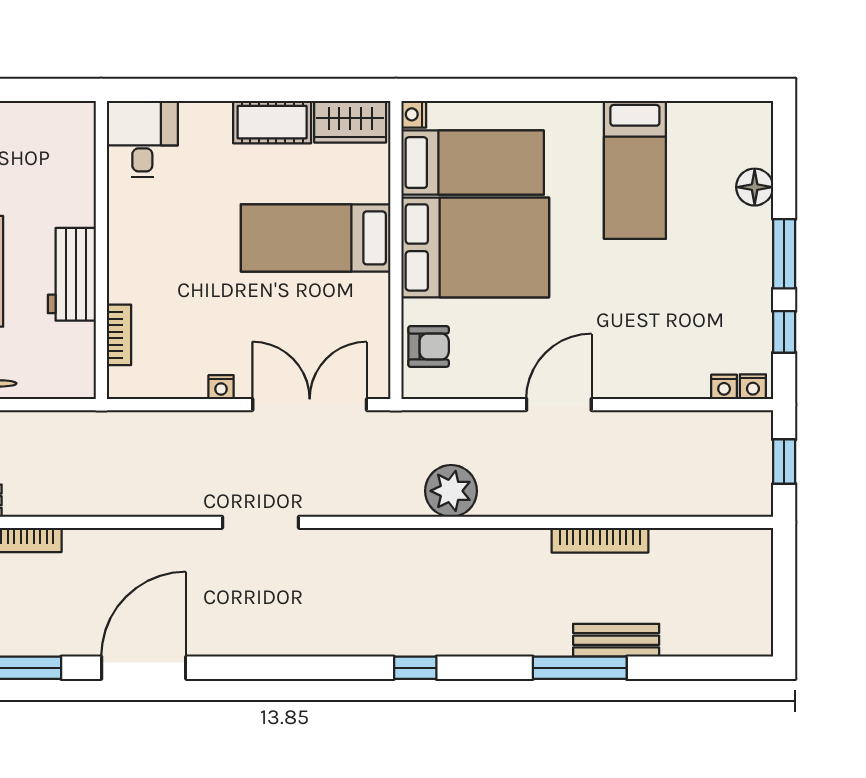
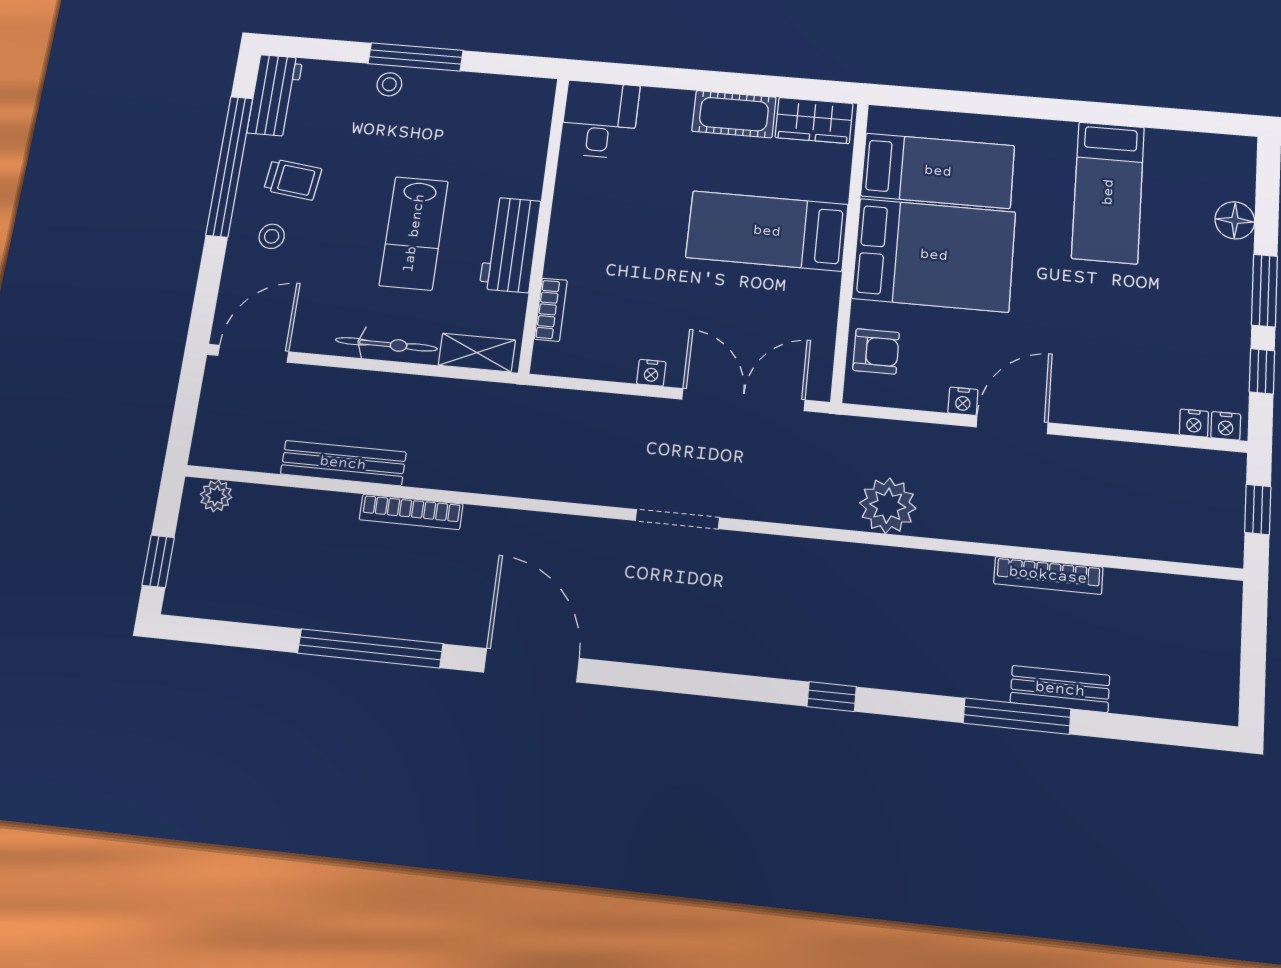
nightstand: (414, 114) -> (963, 401), moved, turned -90
shelving: (54, 383) -> (477, 353), added
door: (144, 668) -> (531, 665), hinge flipped

